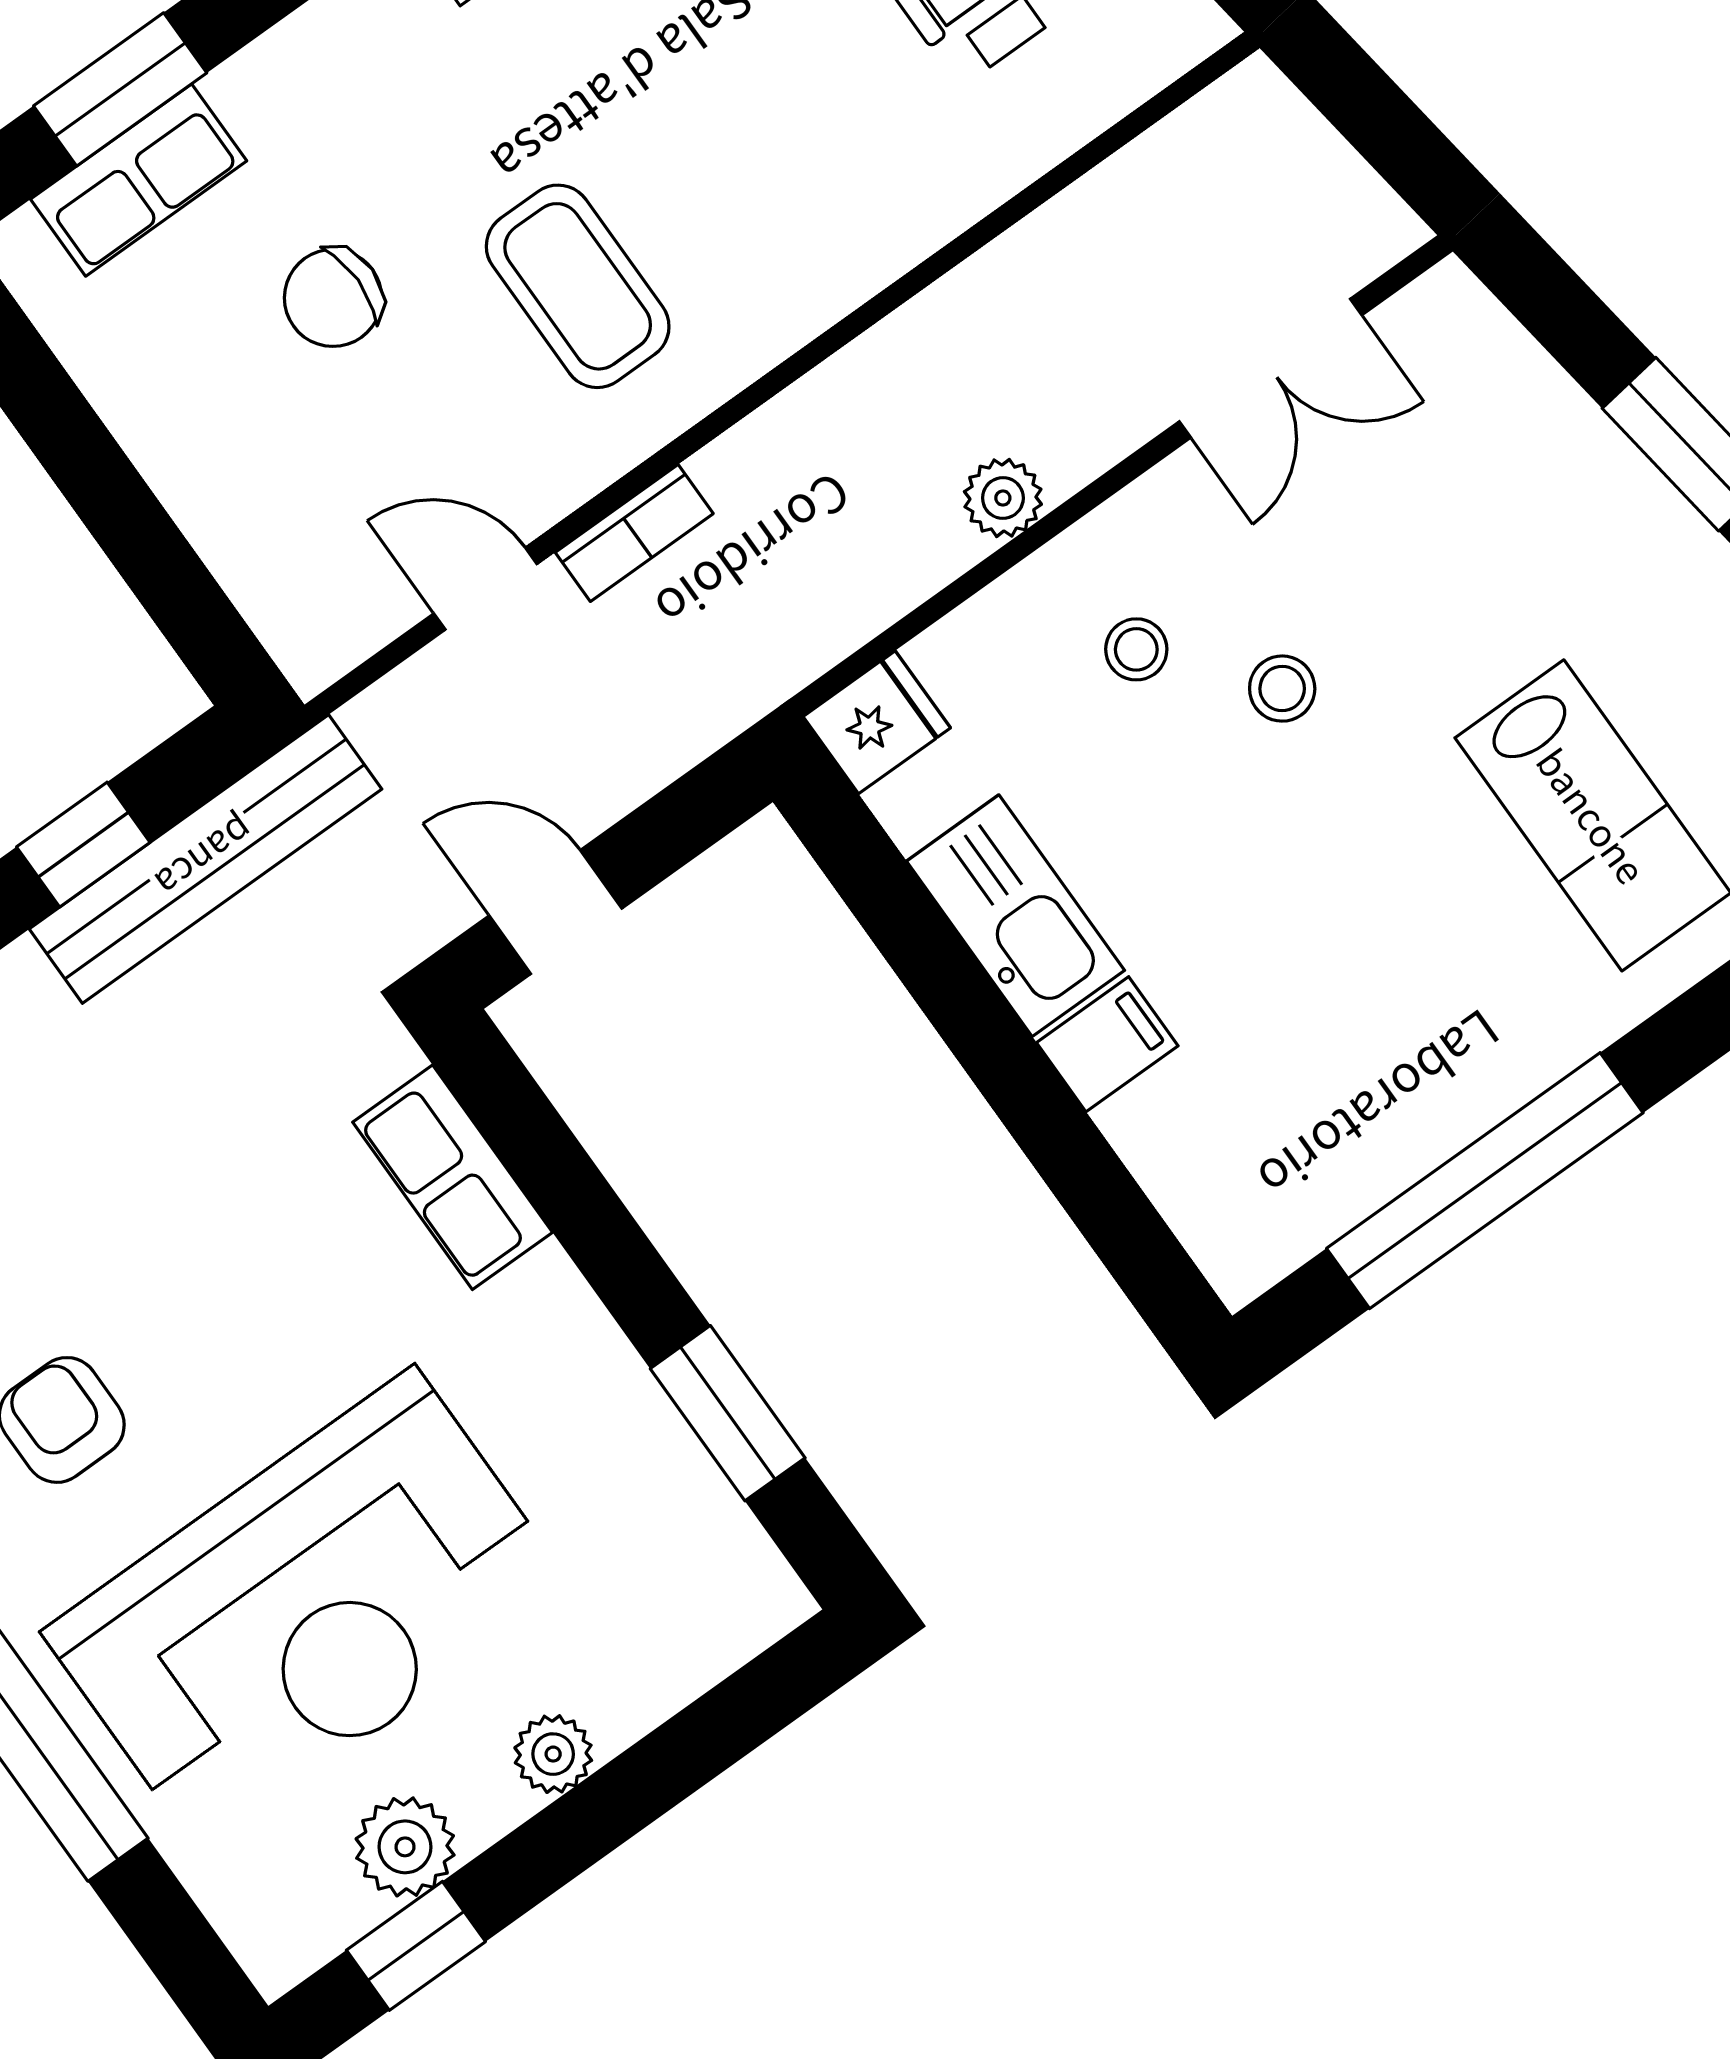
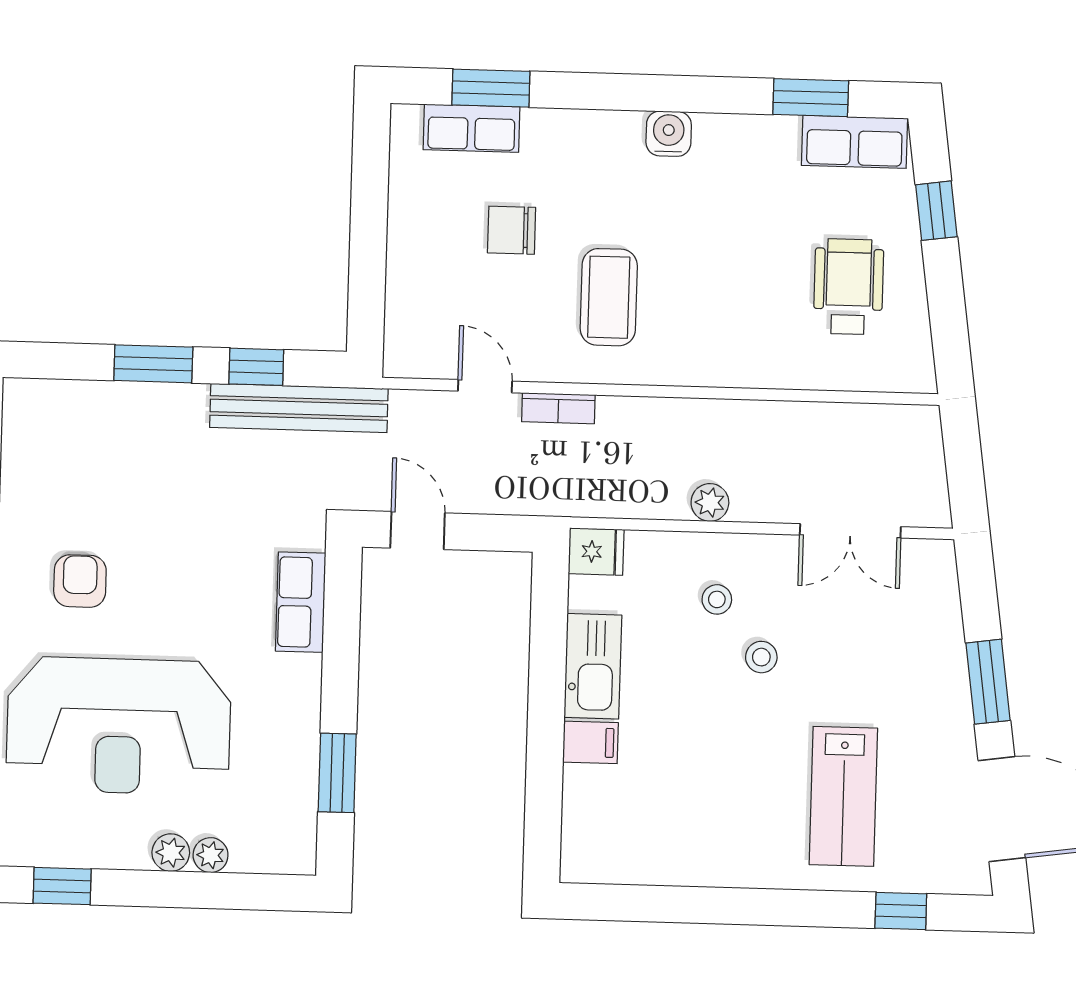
window: (1485, 1181) -> (695, 905), removed
plant: (405, 1847) -> (211, 855), moved, width x0.73, depth x0.73

